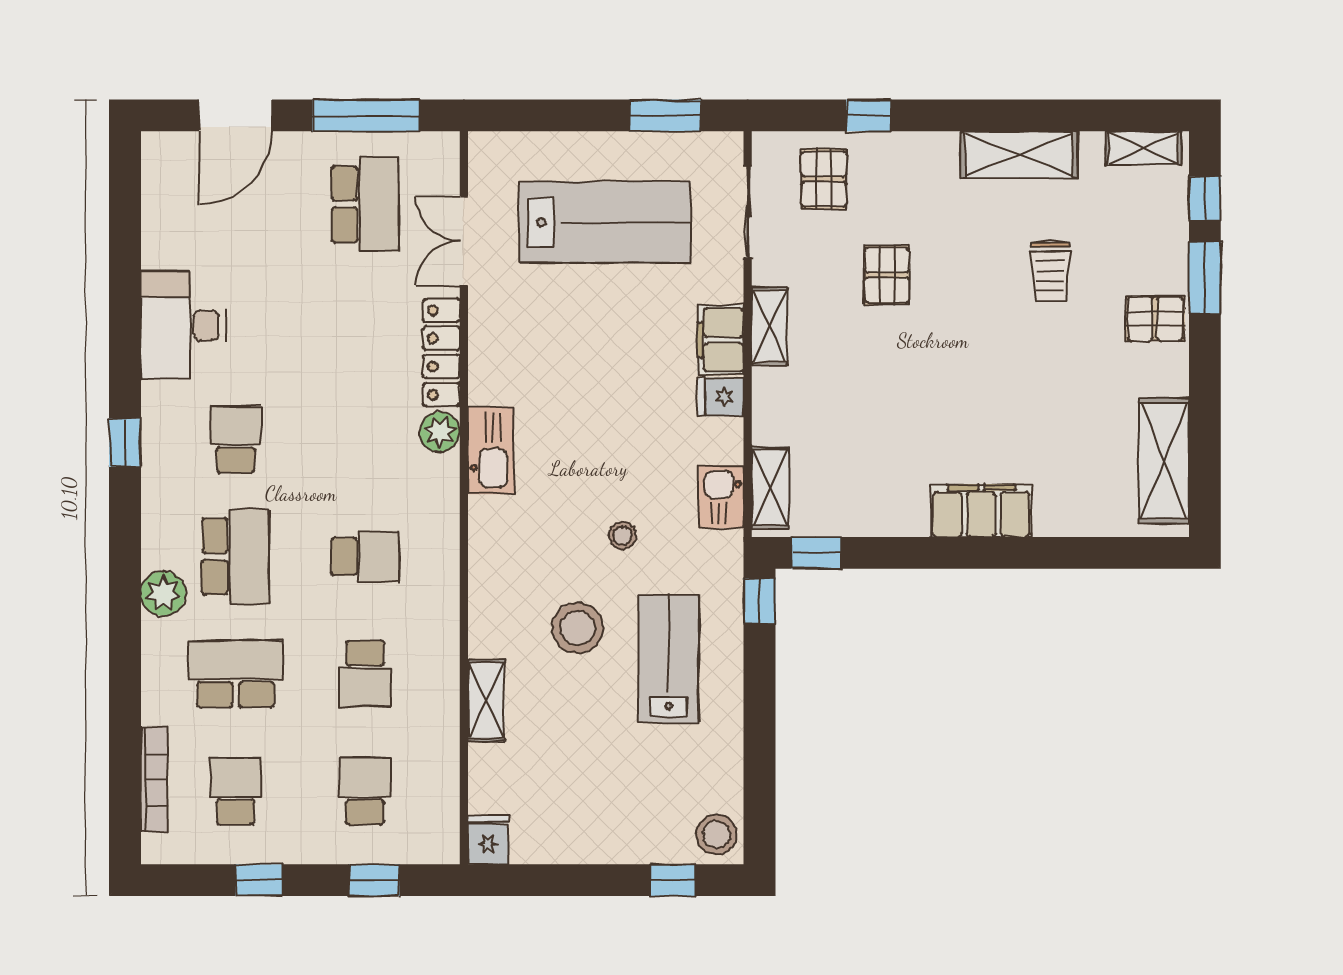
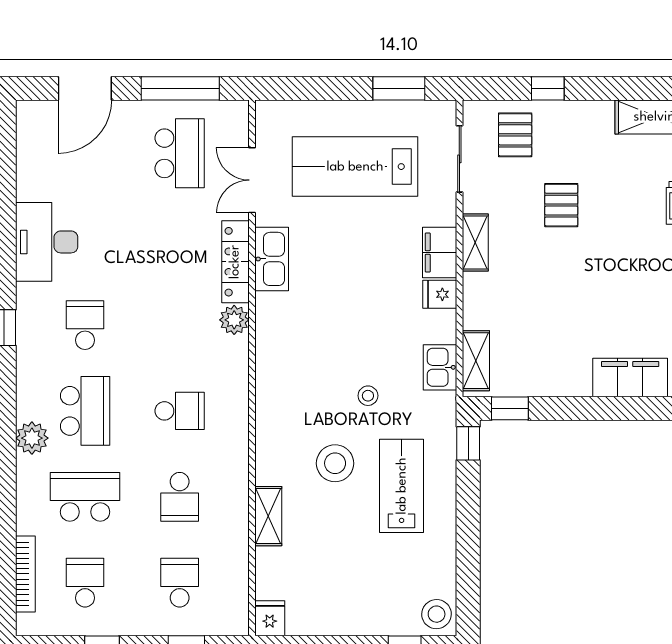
lab bench: (605, 222) -> (355, 167), turned 180
kitchen sink: (491, 451) -> (272, 259), moved

